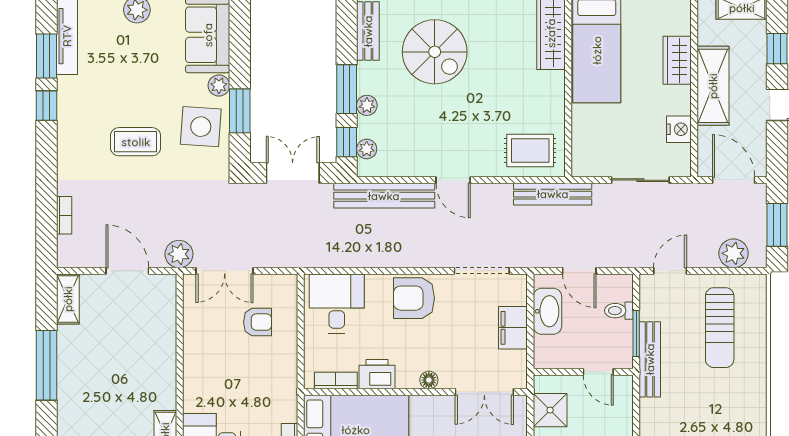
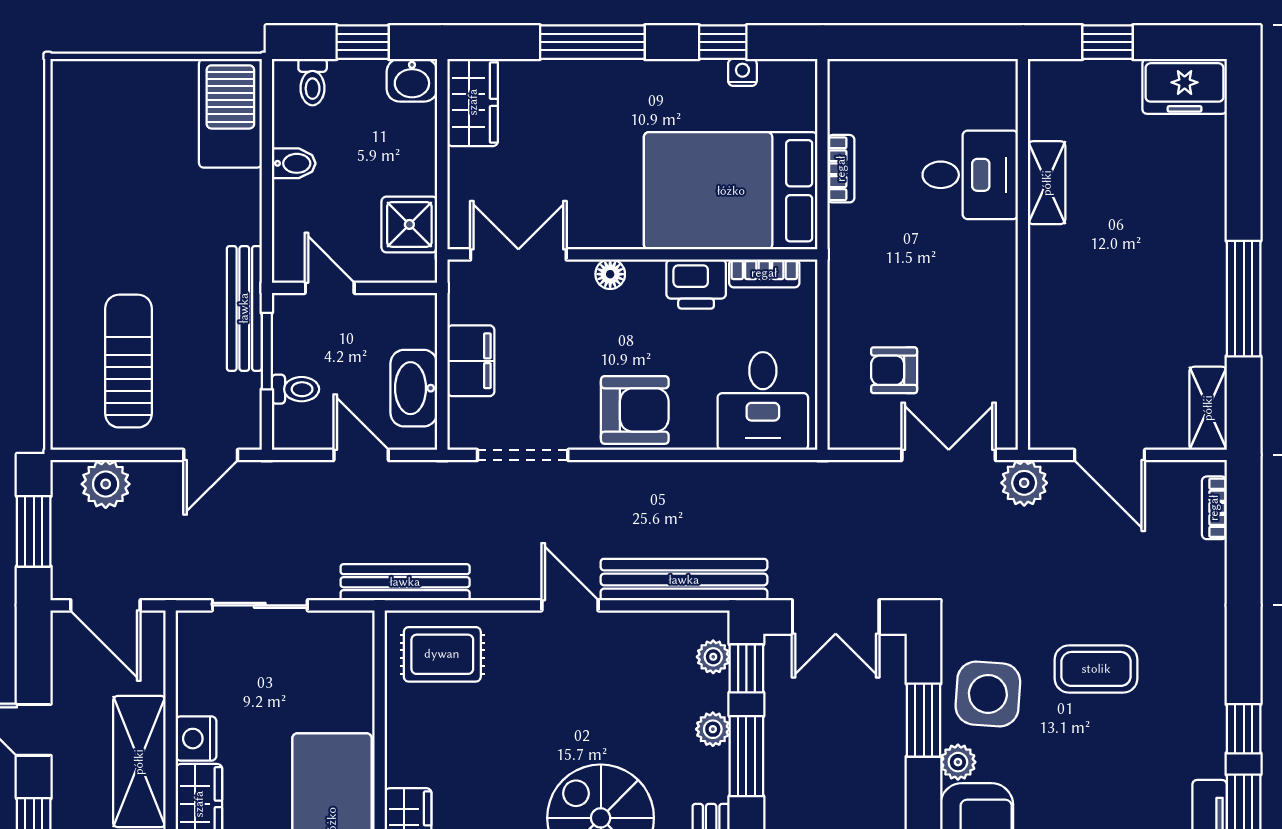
nightstand: (679, 129) -> (196, 739), moved
bookcase: (64, 215) -> (1214, 508), moved

